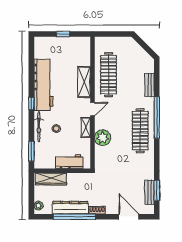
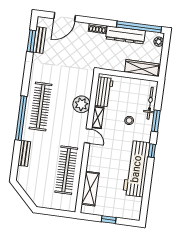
shelving: (84, 82) -> (90, 189), moved
door: (92, 109) -> (88, 136), swing flipped
bicycle: (39, 127) -> (150, 103), moved
window: (31, 151) -> (156, 121), moved
workbench: (69, 162) -> (104, 92), moved, turned -90
window: (74, 217) -> (139, 27), moved
door: (129, 217) -> (65, 17), hinge flipped

